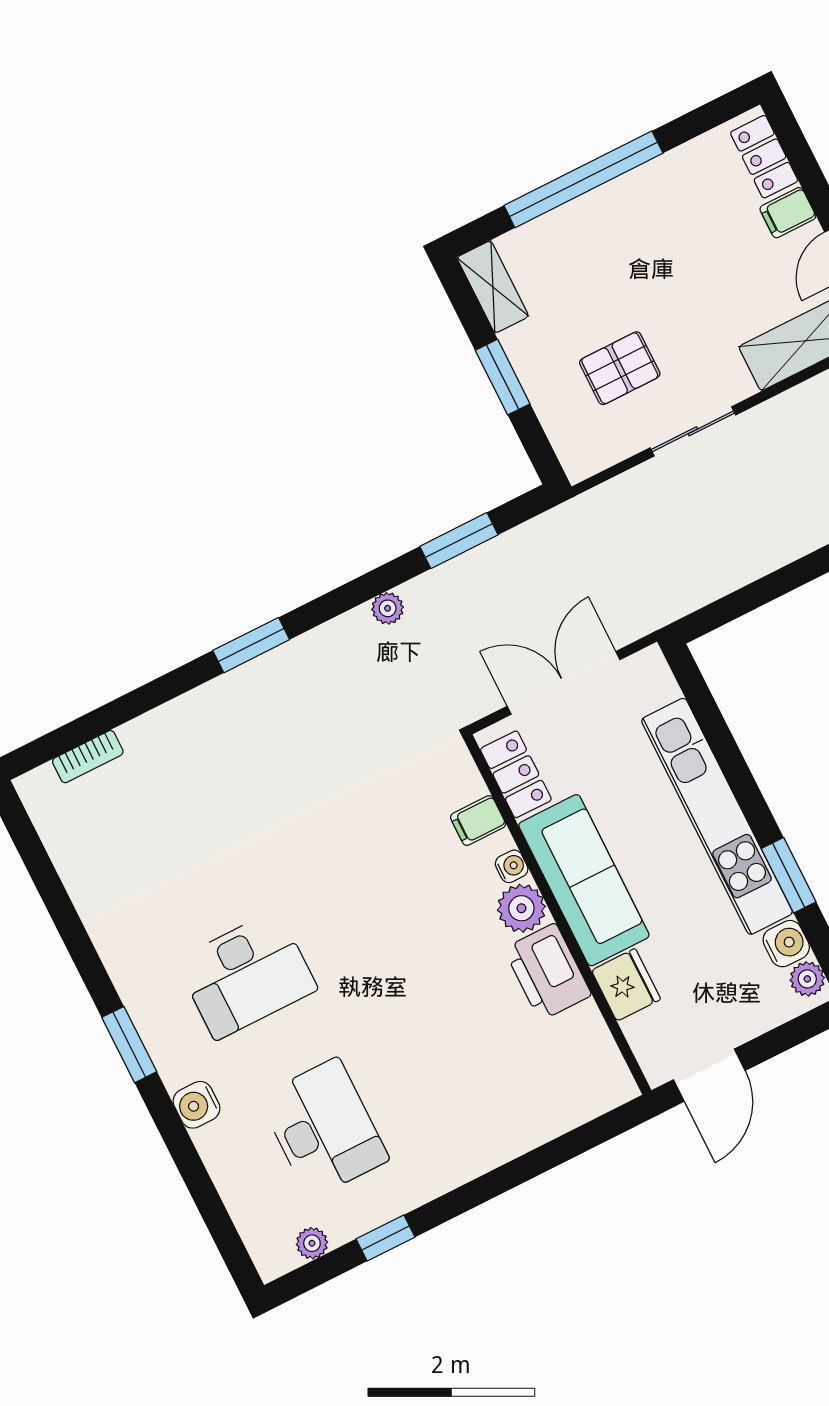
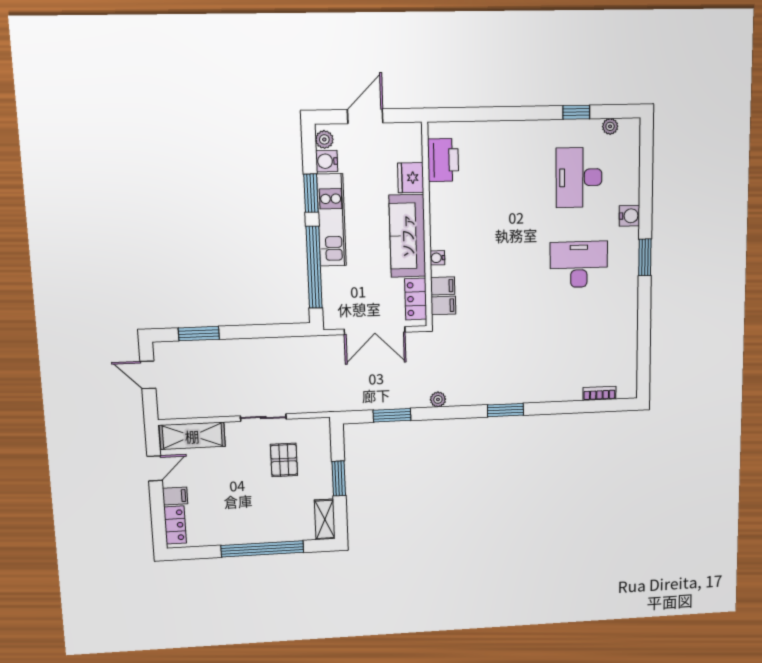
pallet: (620, 368) -> (284, 460), turned 90
window: (724, 747) -> (314, 267), added
filing cabinet: (460, 786) -> (443, 305), added
kitchen unit: (717, 816) -> (331, 220), width x0.73
plant: (521, 908) -> (442, 236), removed
printer: (548, 972) -> (443, 160), moved
door: (709, 1075) -> (365, 116), moved

